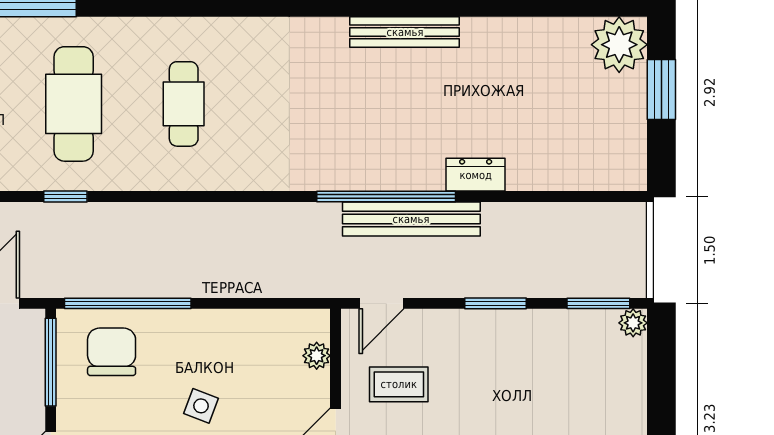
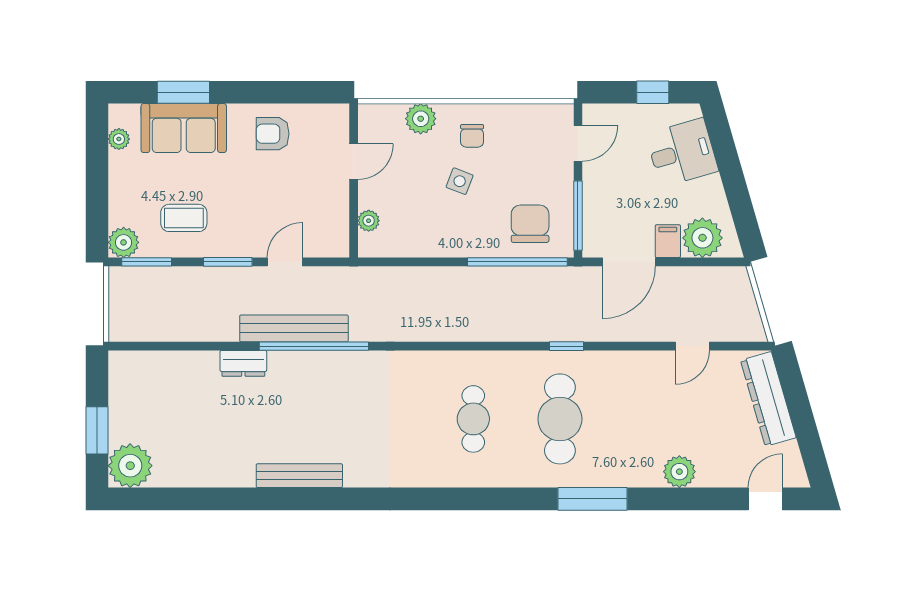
door: (381, 303) -> (285, 262), moved
plant: (633, 323) -> (124, 242), width x1.38, depth x1.38
chair: (112, 352) -> (530, 224), turned 180
coffee table: (399, 384) -> (184, 218), moved

